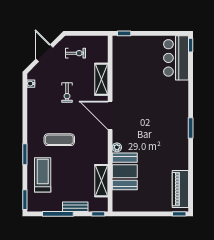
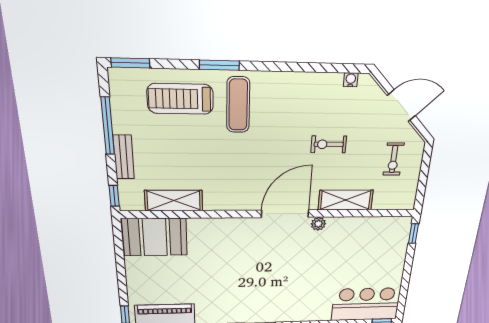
exercise mat: (59, 140) -> (238, 105), moved
plant: (117, 147) -> (318, 224), moved
booth: (125, 171) -> (155, 237), moved
treadmill: (43, 175) -> (180, 99), turned 180

